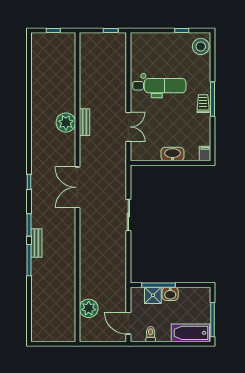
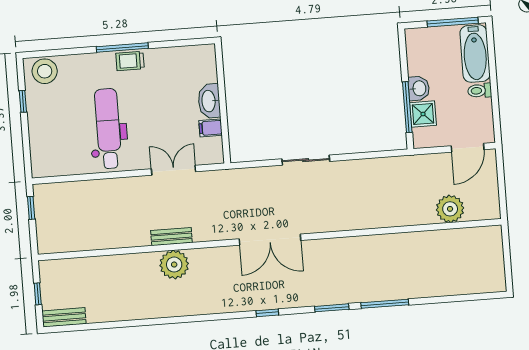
filing cabinet: (205, 154) -> (211, 128), moved
bench: (36, 243) -> (64, 317), moved
toilet: (151, 334) -> (480, 91), moved

